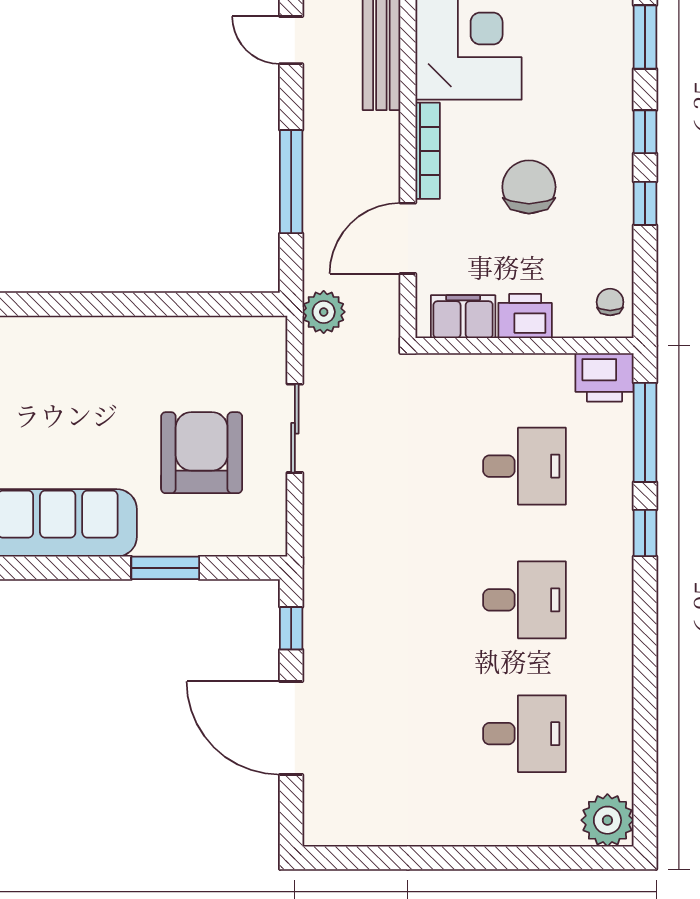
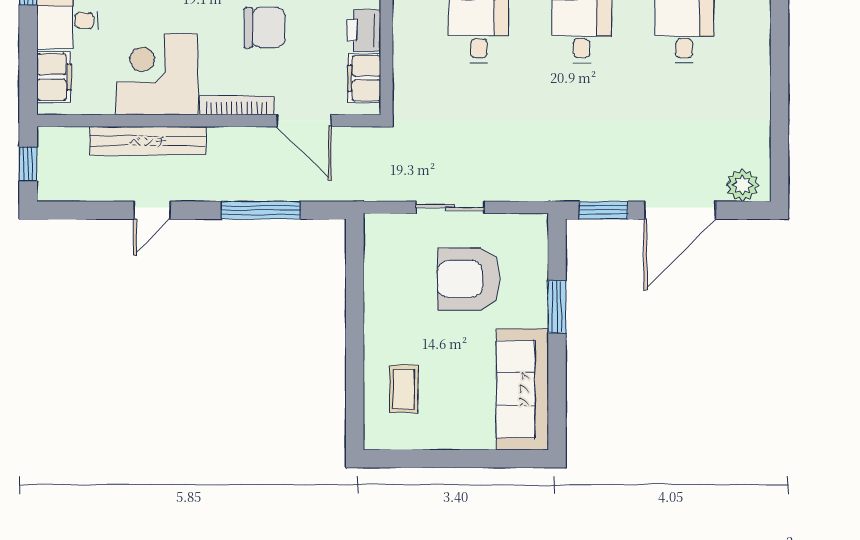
chair: (529, 187) -> (265, 28), turned 180
plant: (324, 312) -> (742, 185), moved
coffee table: (58, 368) -> (404, 389), added
window: (291, 628) -> (603, 210), width x1.50

